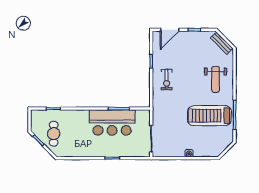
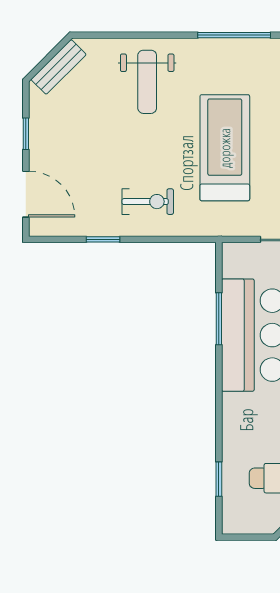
weight bench: (216, 79) -> (147, 82), turned 90
treadmill: (209, 116) -> (225, 148), moved, turned 180

